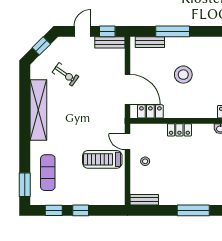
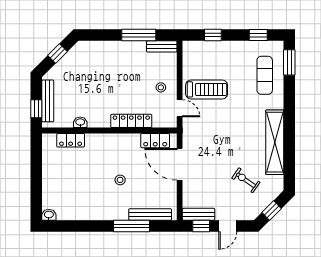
bench: (150, 42) -> (150, 215), width x1.36
stool: (183, 75) -> (120, 180), width x0.53, depth x0.53
locker: (179, 130) -> (131, 121), width x1.53
window: (81, 210) -> (213, 35), moved
window: (193, 210) -> (139, 35), moved

